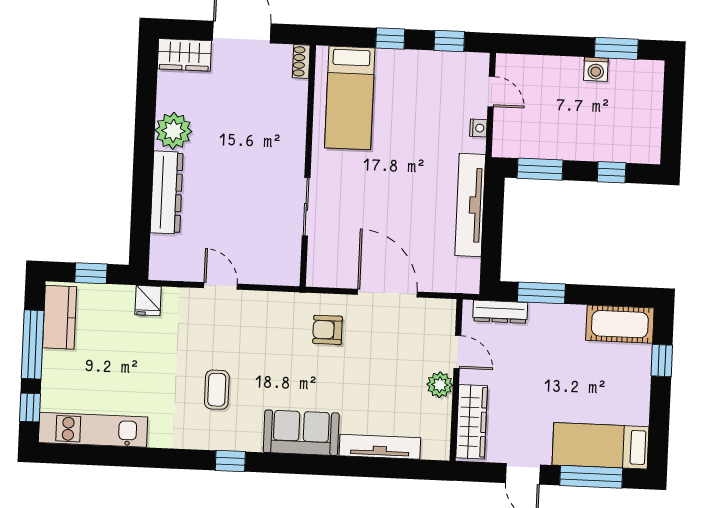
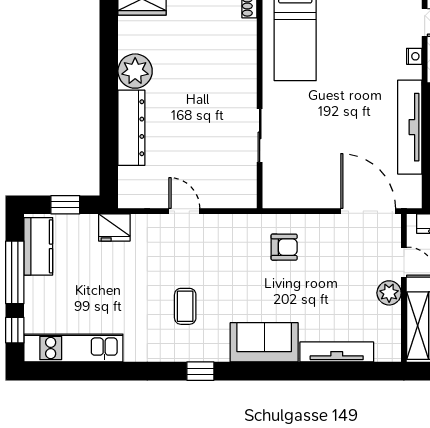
door: (387, 293) -> (368, 211), moved
fridge: (148, 301) -> (114, 228), width x1.38
armchair: (328, 330) -> (284, 247), turned 180

